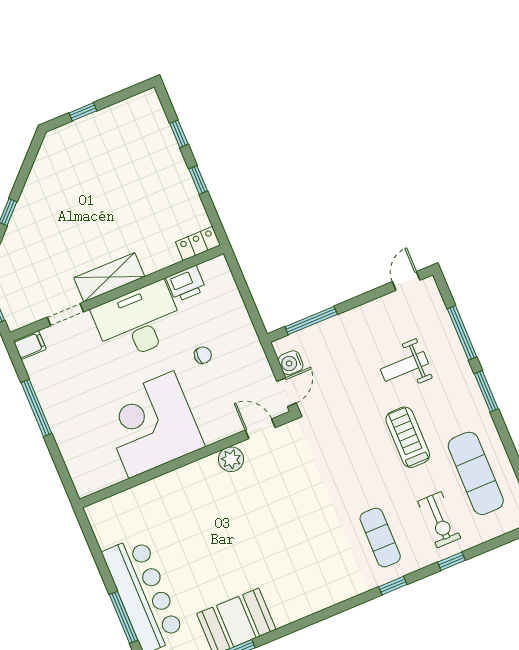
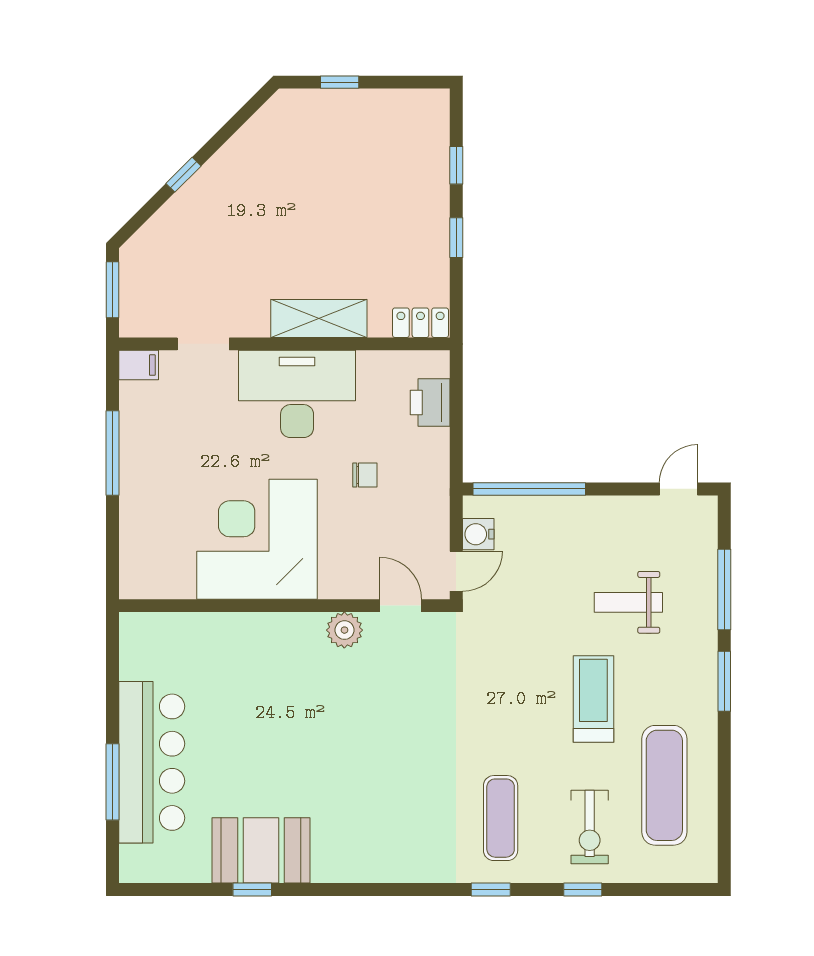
shelving: (109, 277) -> (319, 318), moved
printer: (186, 284) -> (430, 403), moved, turned 90
window: (311, 320) -> (529, 489), width x1.46

